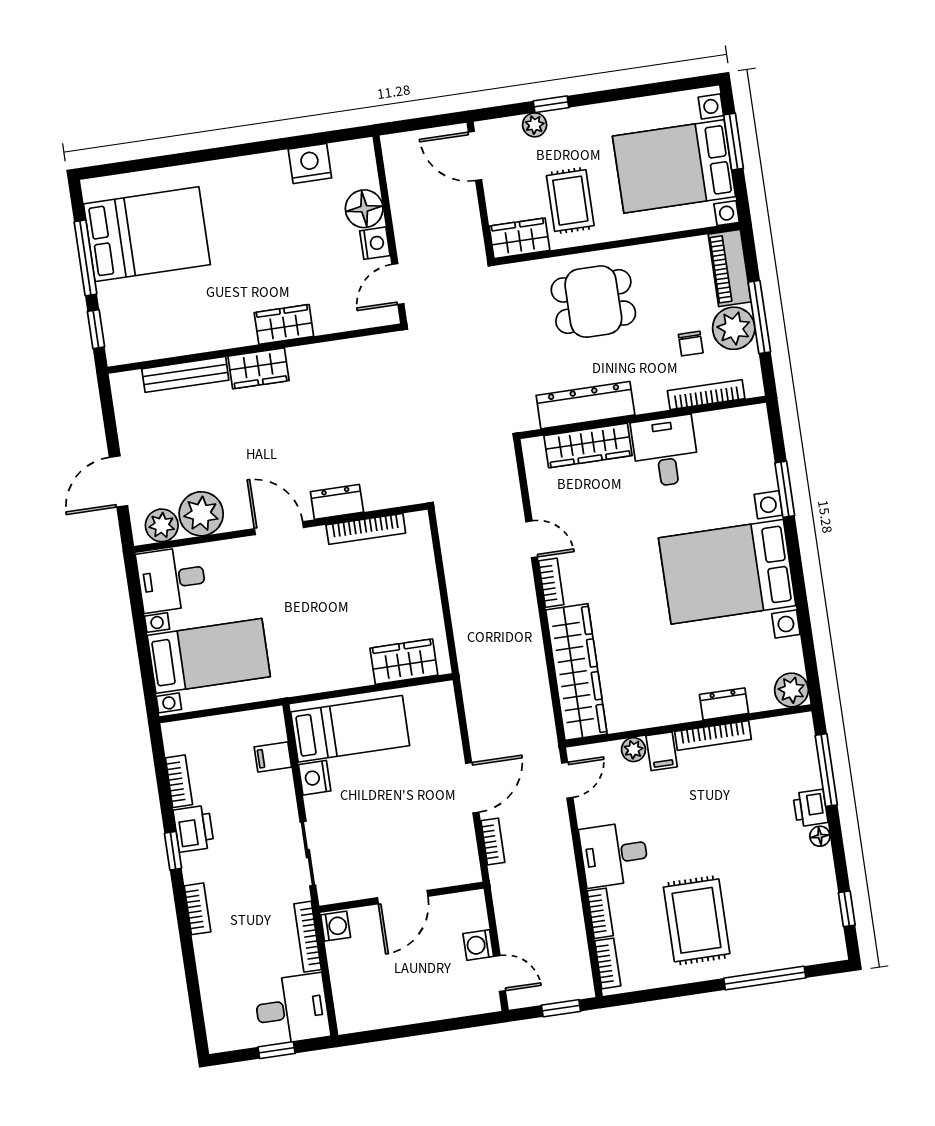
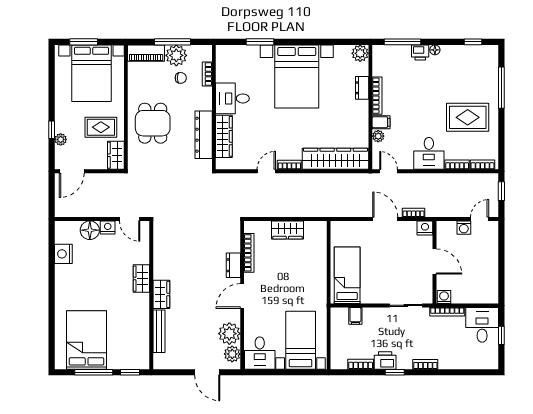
bookcase: (706, 395) -> (207, 74), width x0.64
wardrobe: (404, 662) -> (287, 230), moved, turned -90
nightstand: (315, 778) -> (425, 228), moved, turned 180

